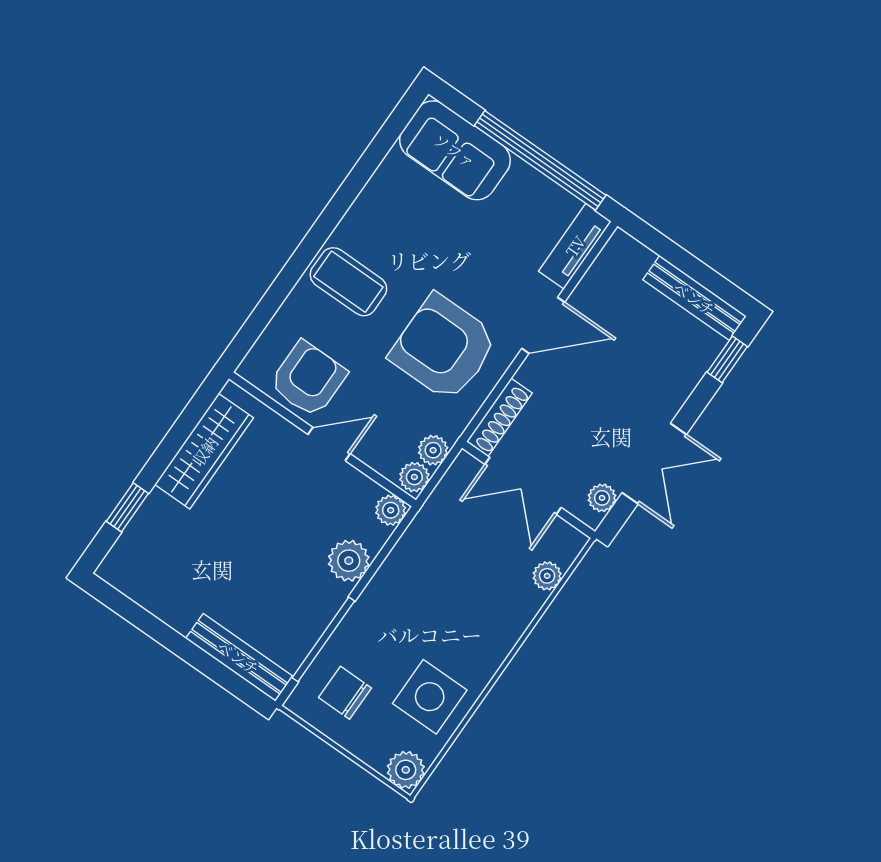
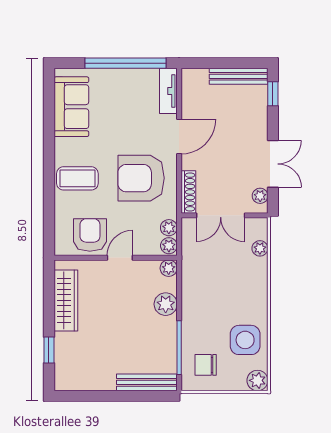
sofa: (455, 150) -> (71, 107), moved, turned -90

